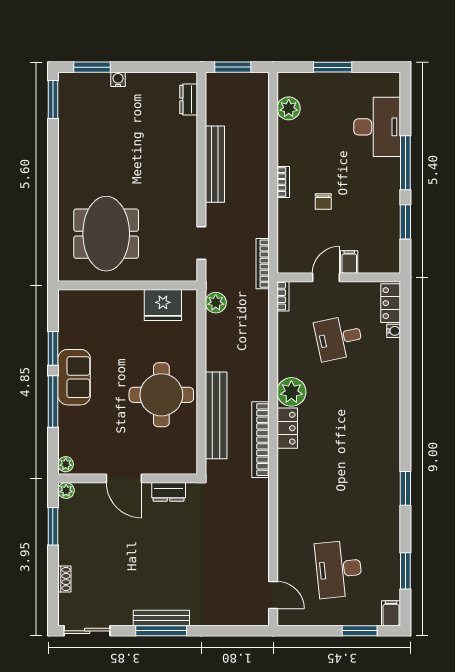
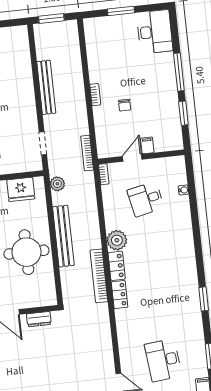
dresser: (189, 99) -> (23, 44), removed
plant: (289, 108) -> (93, 43), removed
desk: (377, 127) -> (155, 32), moved
locker: (391, 303) -> (120, 295), moved, turned 180
bench: (216, 415) -> (63, 236), moved

